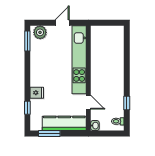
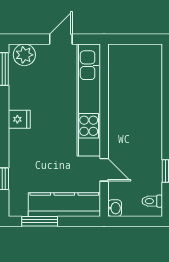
fridge: (37, 93) -> (19, 119), moved

